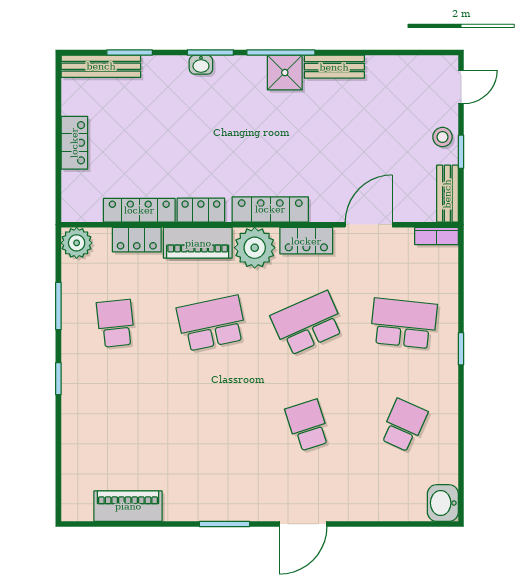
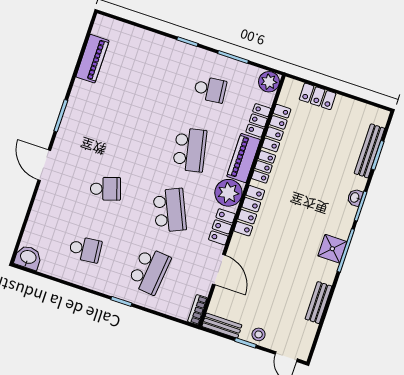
bench: (101, 66) -> (369, 151), moved
bench: (334, 67) -> (318, 303), moved
locker: (74, 143) -> (318, 96), moved
school desk: (404, 425) -> (85, 249), turned -30

